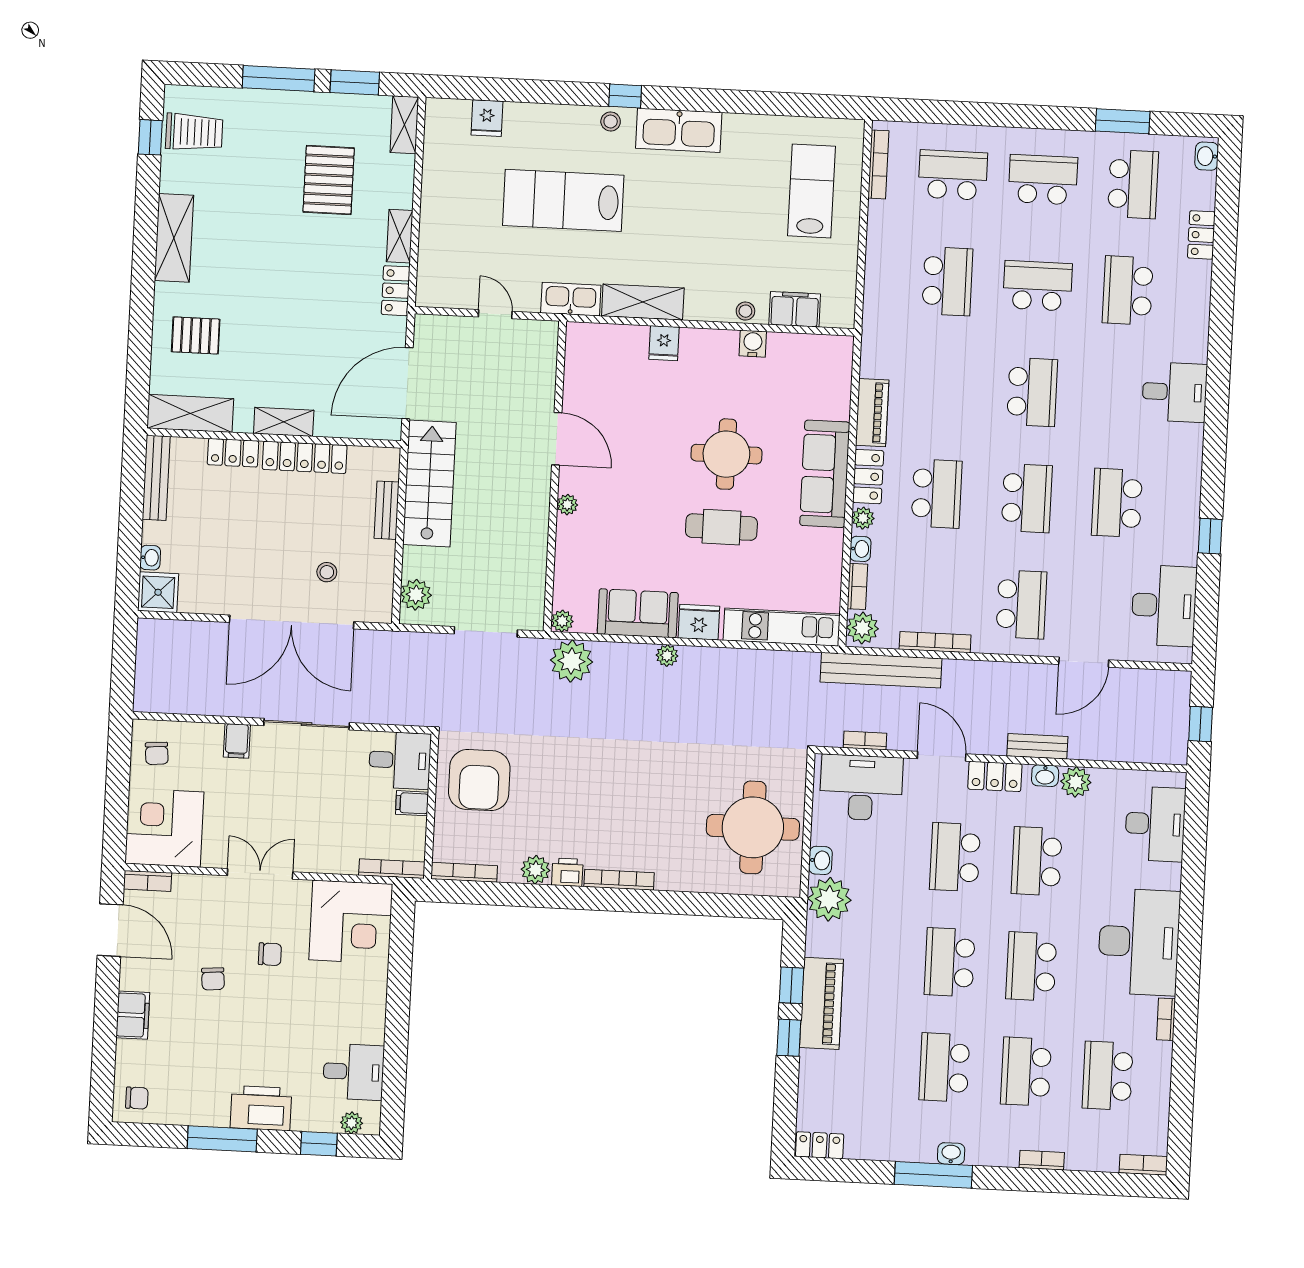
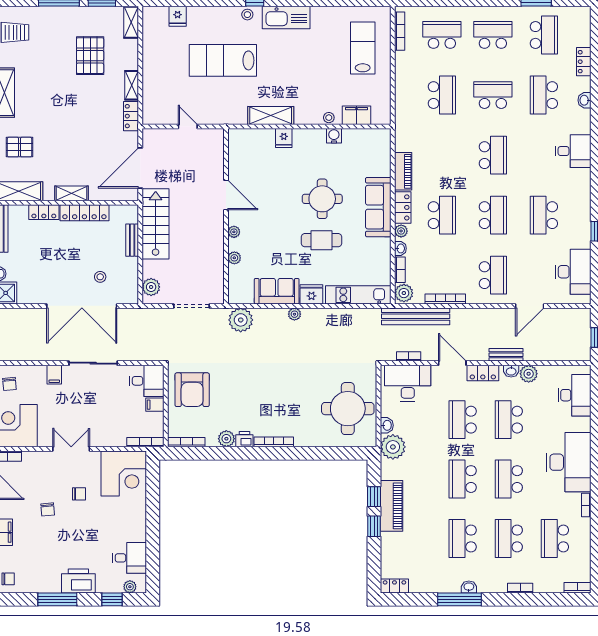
washbasin: (1207, 156) -> (585, 100), moved
kitchen sink: (571, 299) -> (230, 116), removed
plant: (562, 621) -> (234, 258), moved

